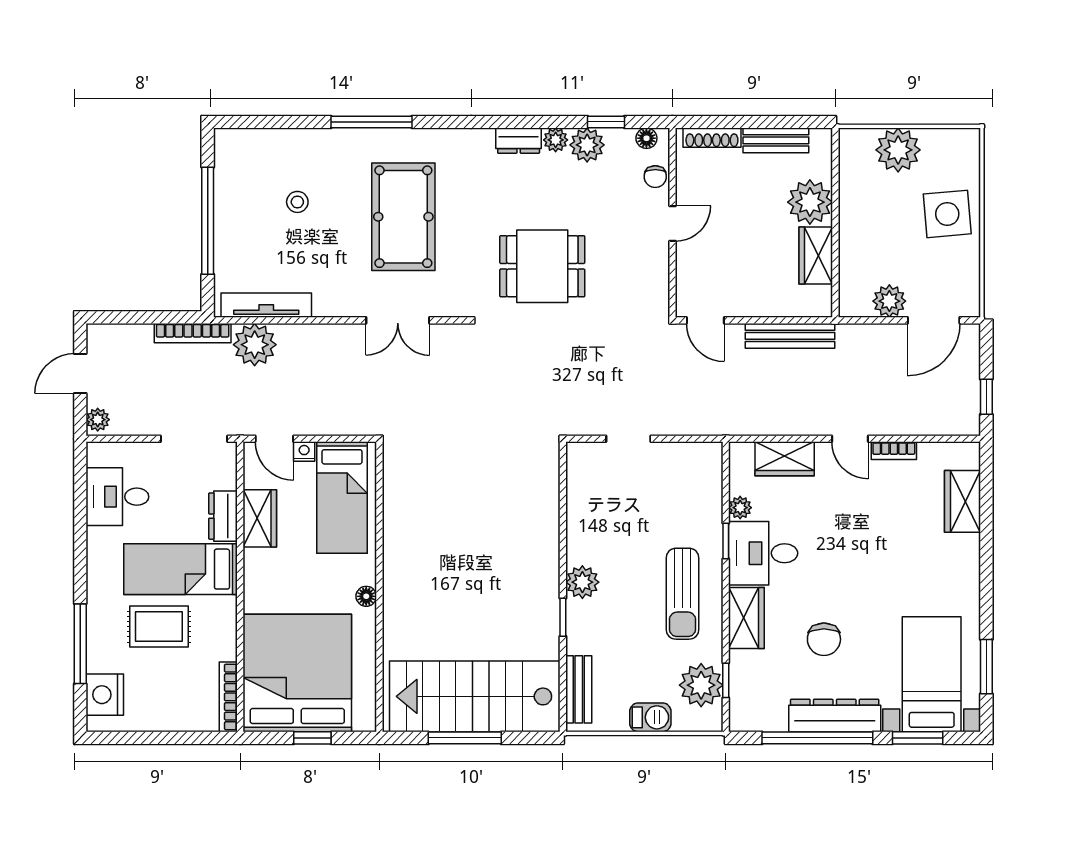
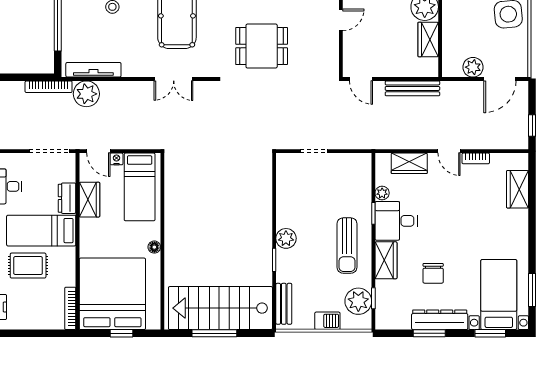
window: (817, 738) -> (429, 333), width x0.47

